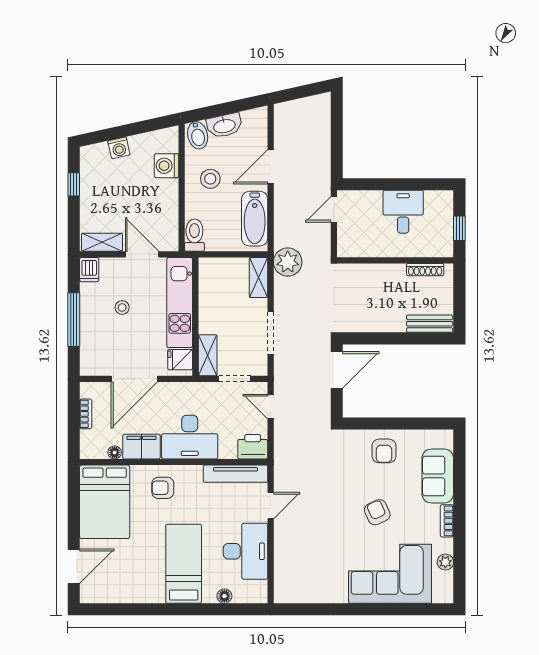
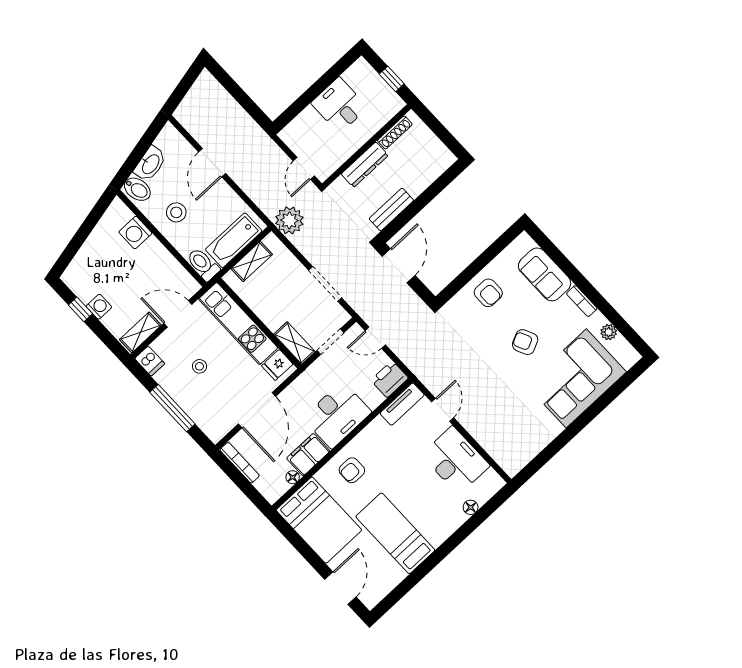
washing machine: (119, 148) -> (99, 307), moved, turned -78
door: (334, 209) -> (304, 168), moved
bathtub: (255, 219) -> (234, 240), moved, turned 90
dresser: (381, 273) -> (365, 165), added
shelving: (259, 277) -> (252, 262), moved, turned 90
bench: (430, 324) -> (391, 210), moved
bookcase: (86, 414) -> (240, 463), width x1.56
tv unit: (235, 474) -> (402, 404), width x0.71
bed: (184, 564) -> (395, 533), moved

